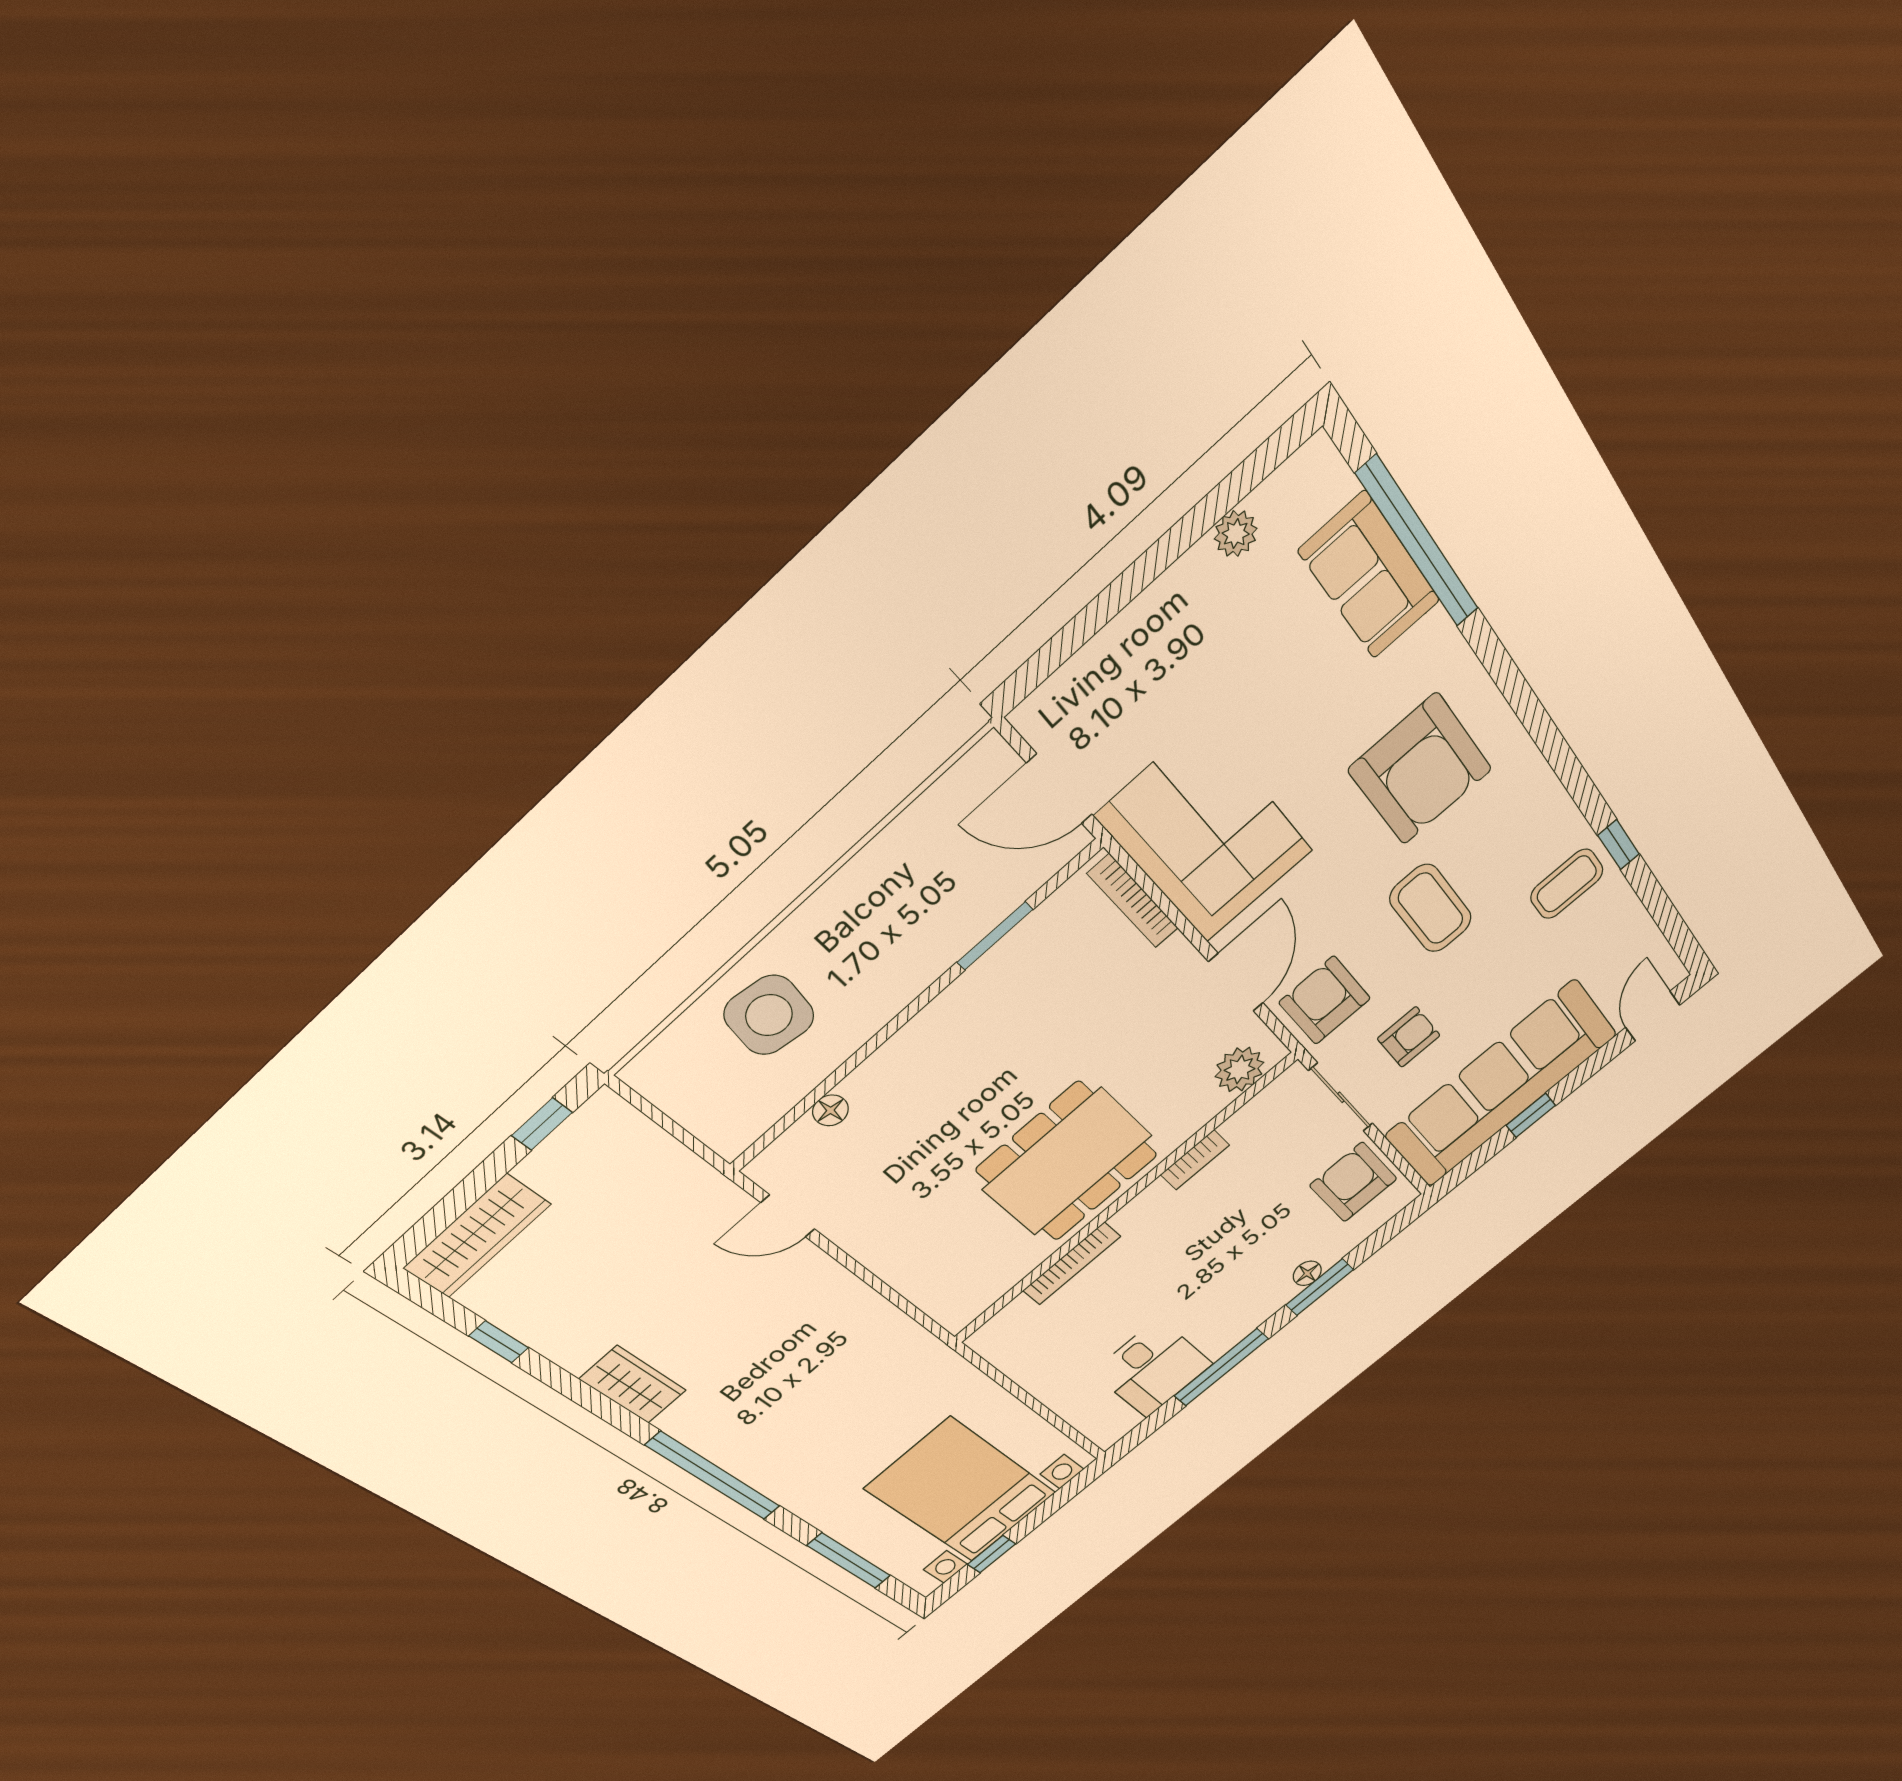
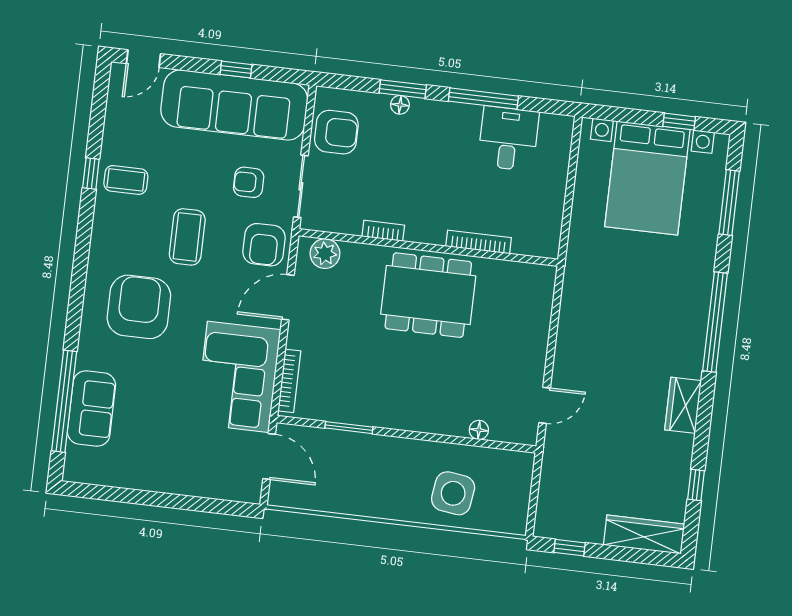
plant: (1236, 534) -> (123, 477), removed
armchair: (1353, 1182) -> (336, 132), turned -90
door: (788, 1216) -> (545, 405), hinge flipped

